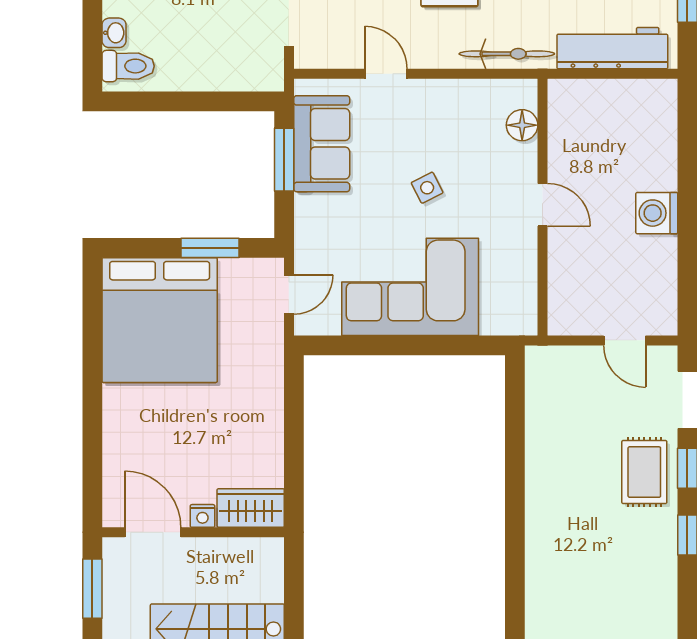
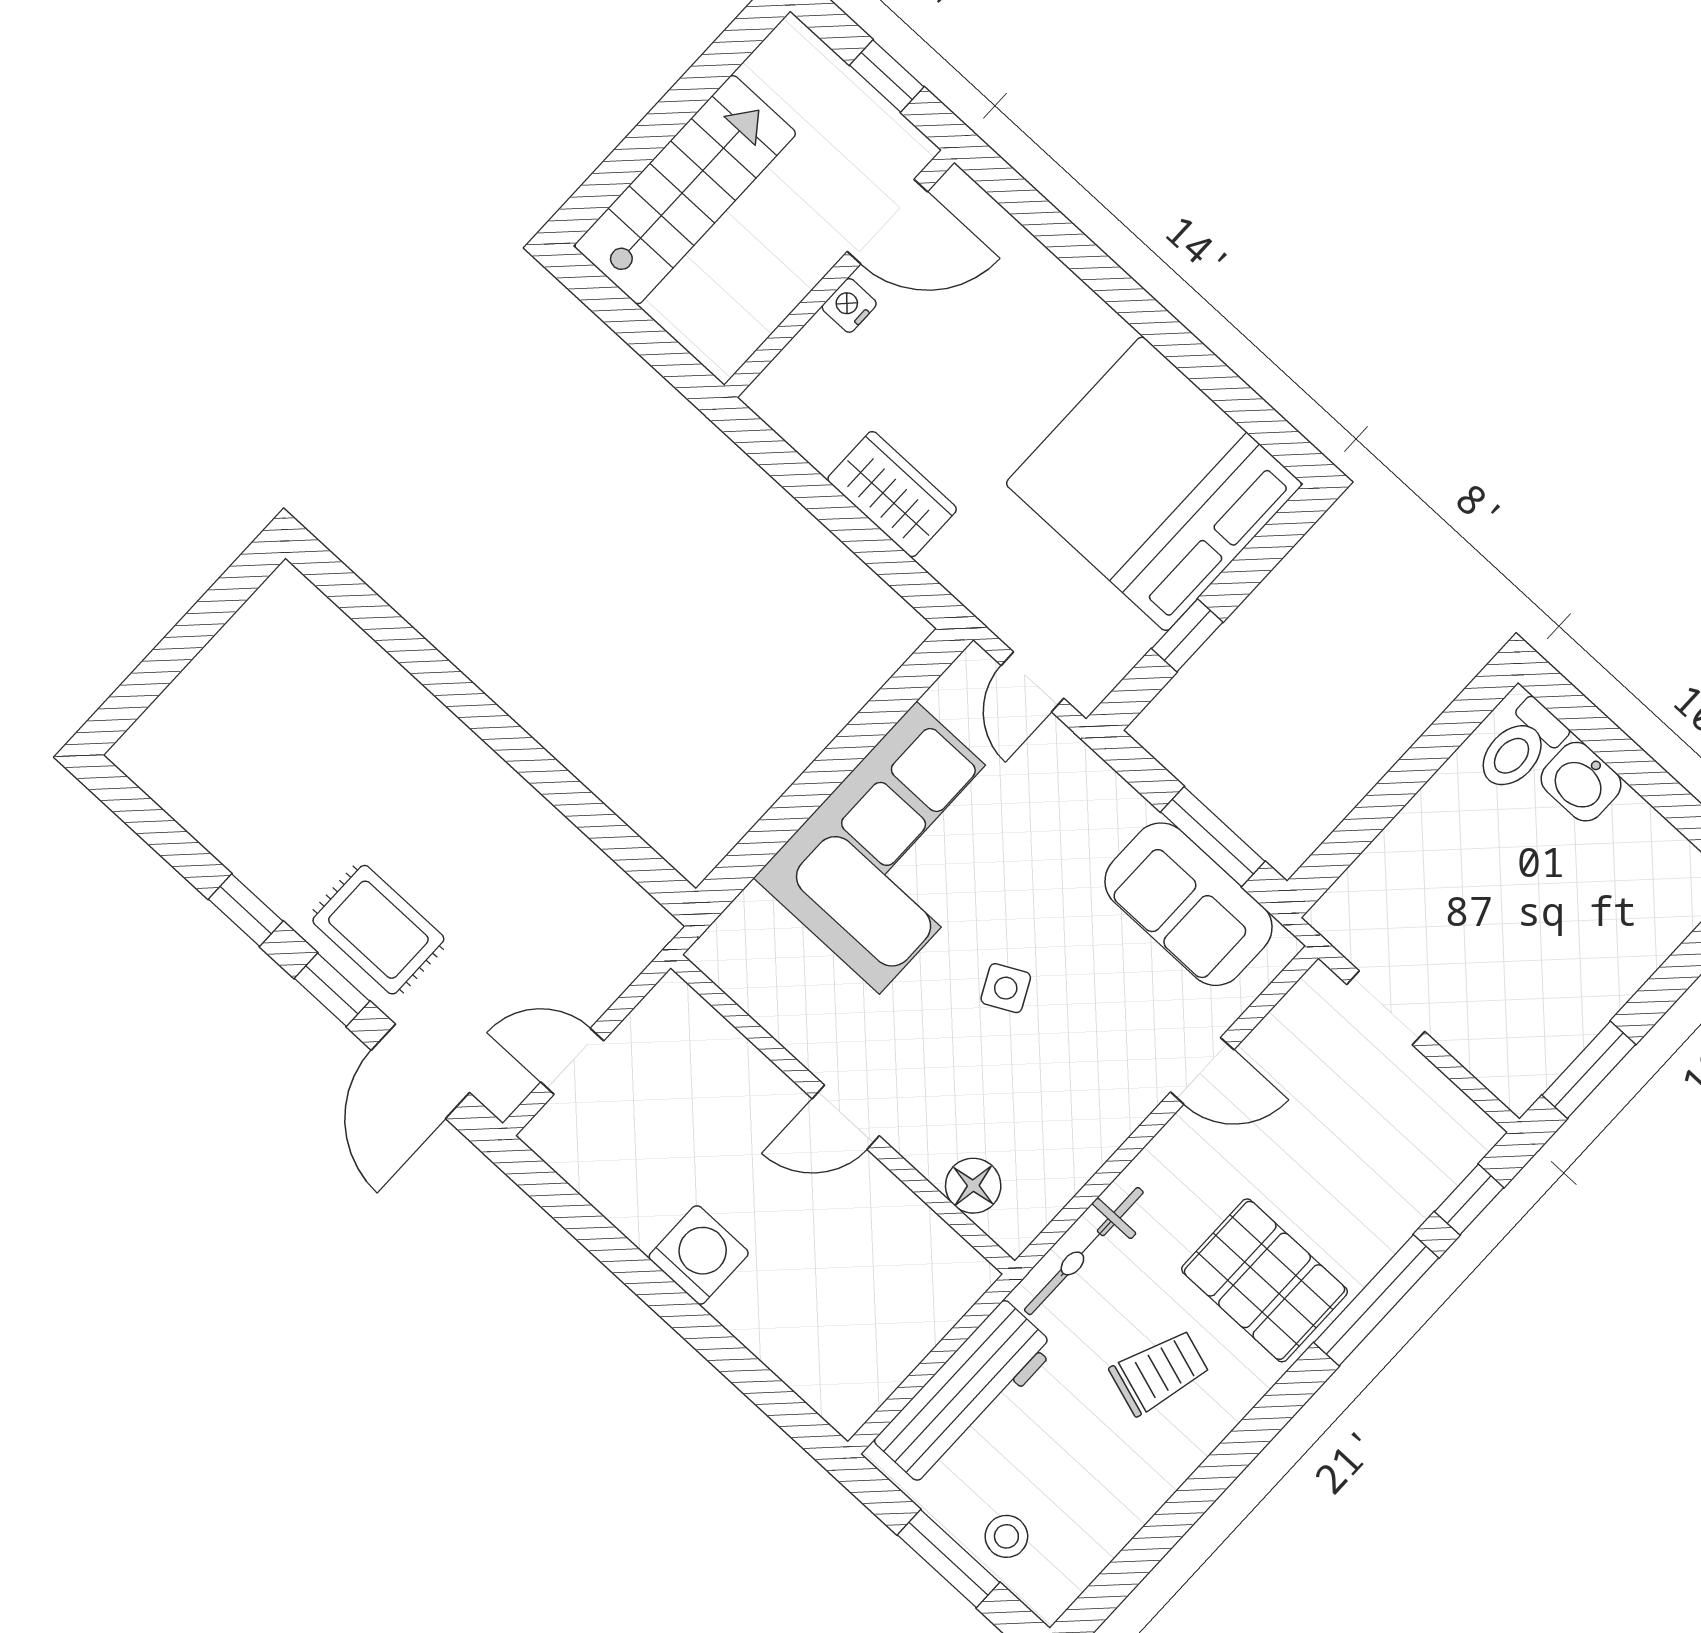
washbasin: (114, 33) -> (1581, 782), width x1.38, depth x1.45
window: (210, 248) -> (1187, 635), width x0.67
wardrobe: (251, 508) -> (892, 494), moved, turned -90
window: (92, 589) -> (887, 76), width x0.67

